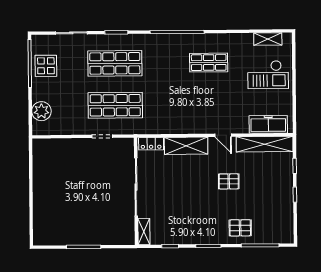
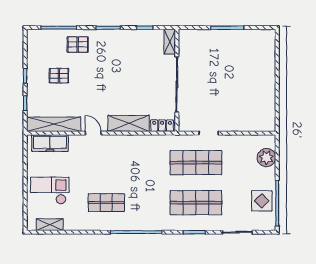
pallet: (229, 181) -> (59, 76), moved

